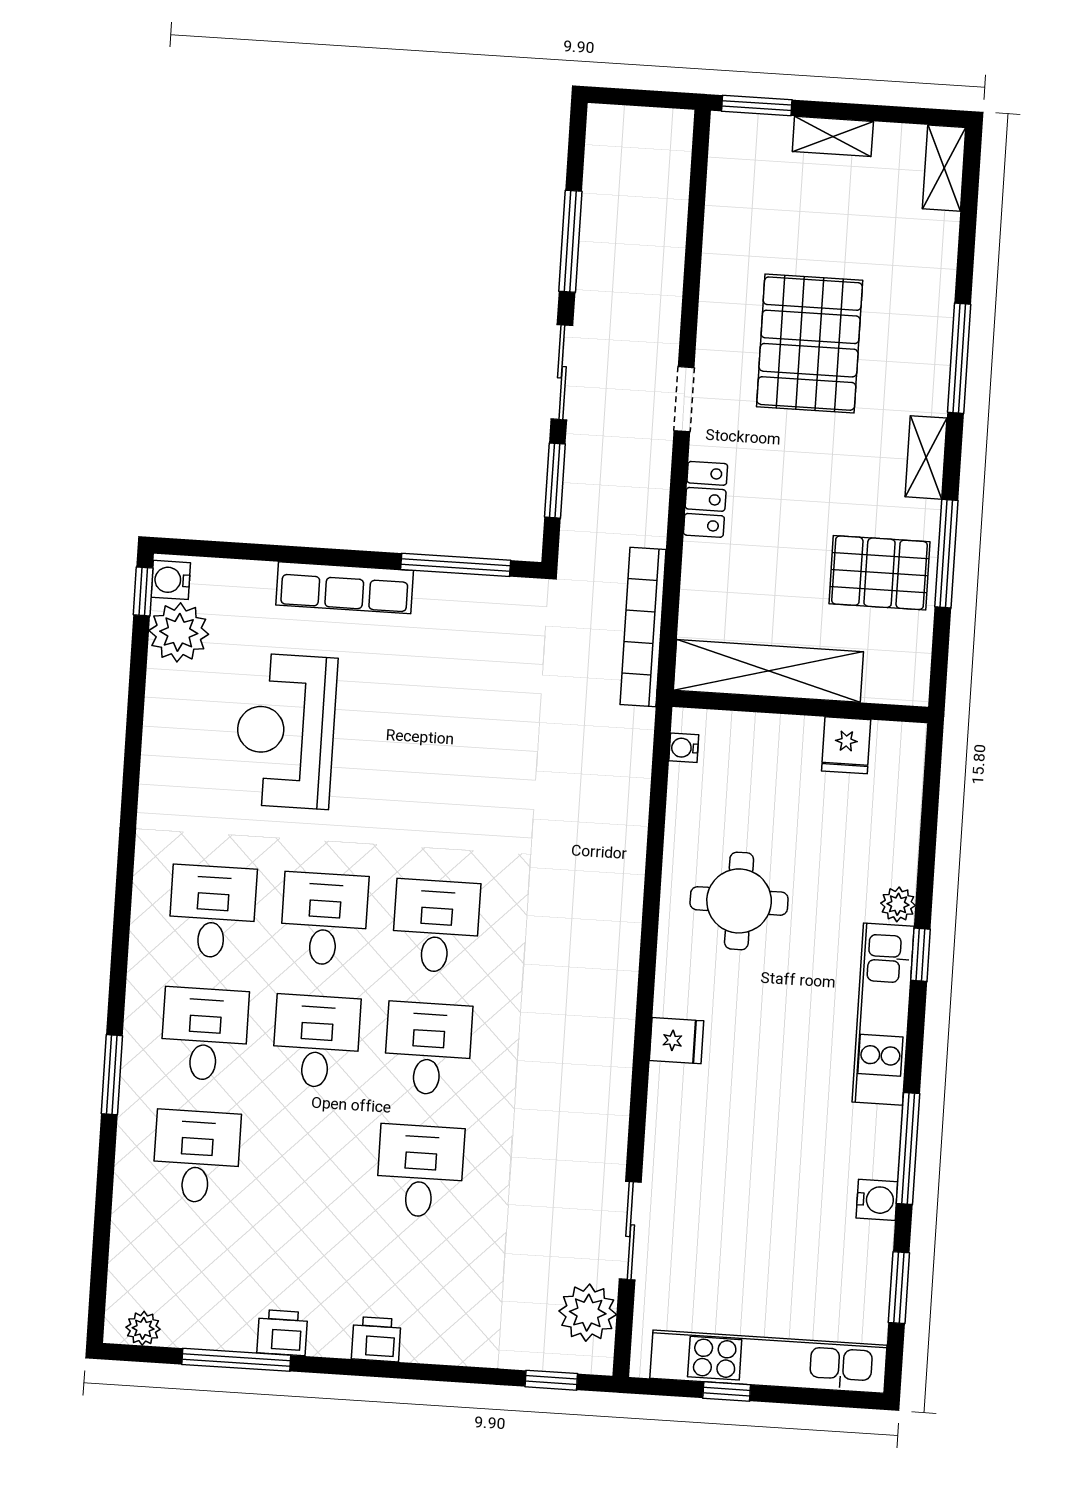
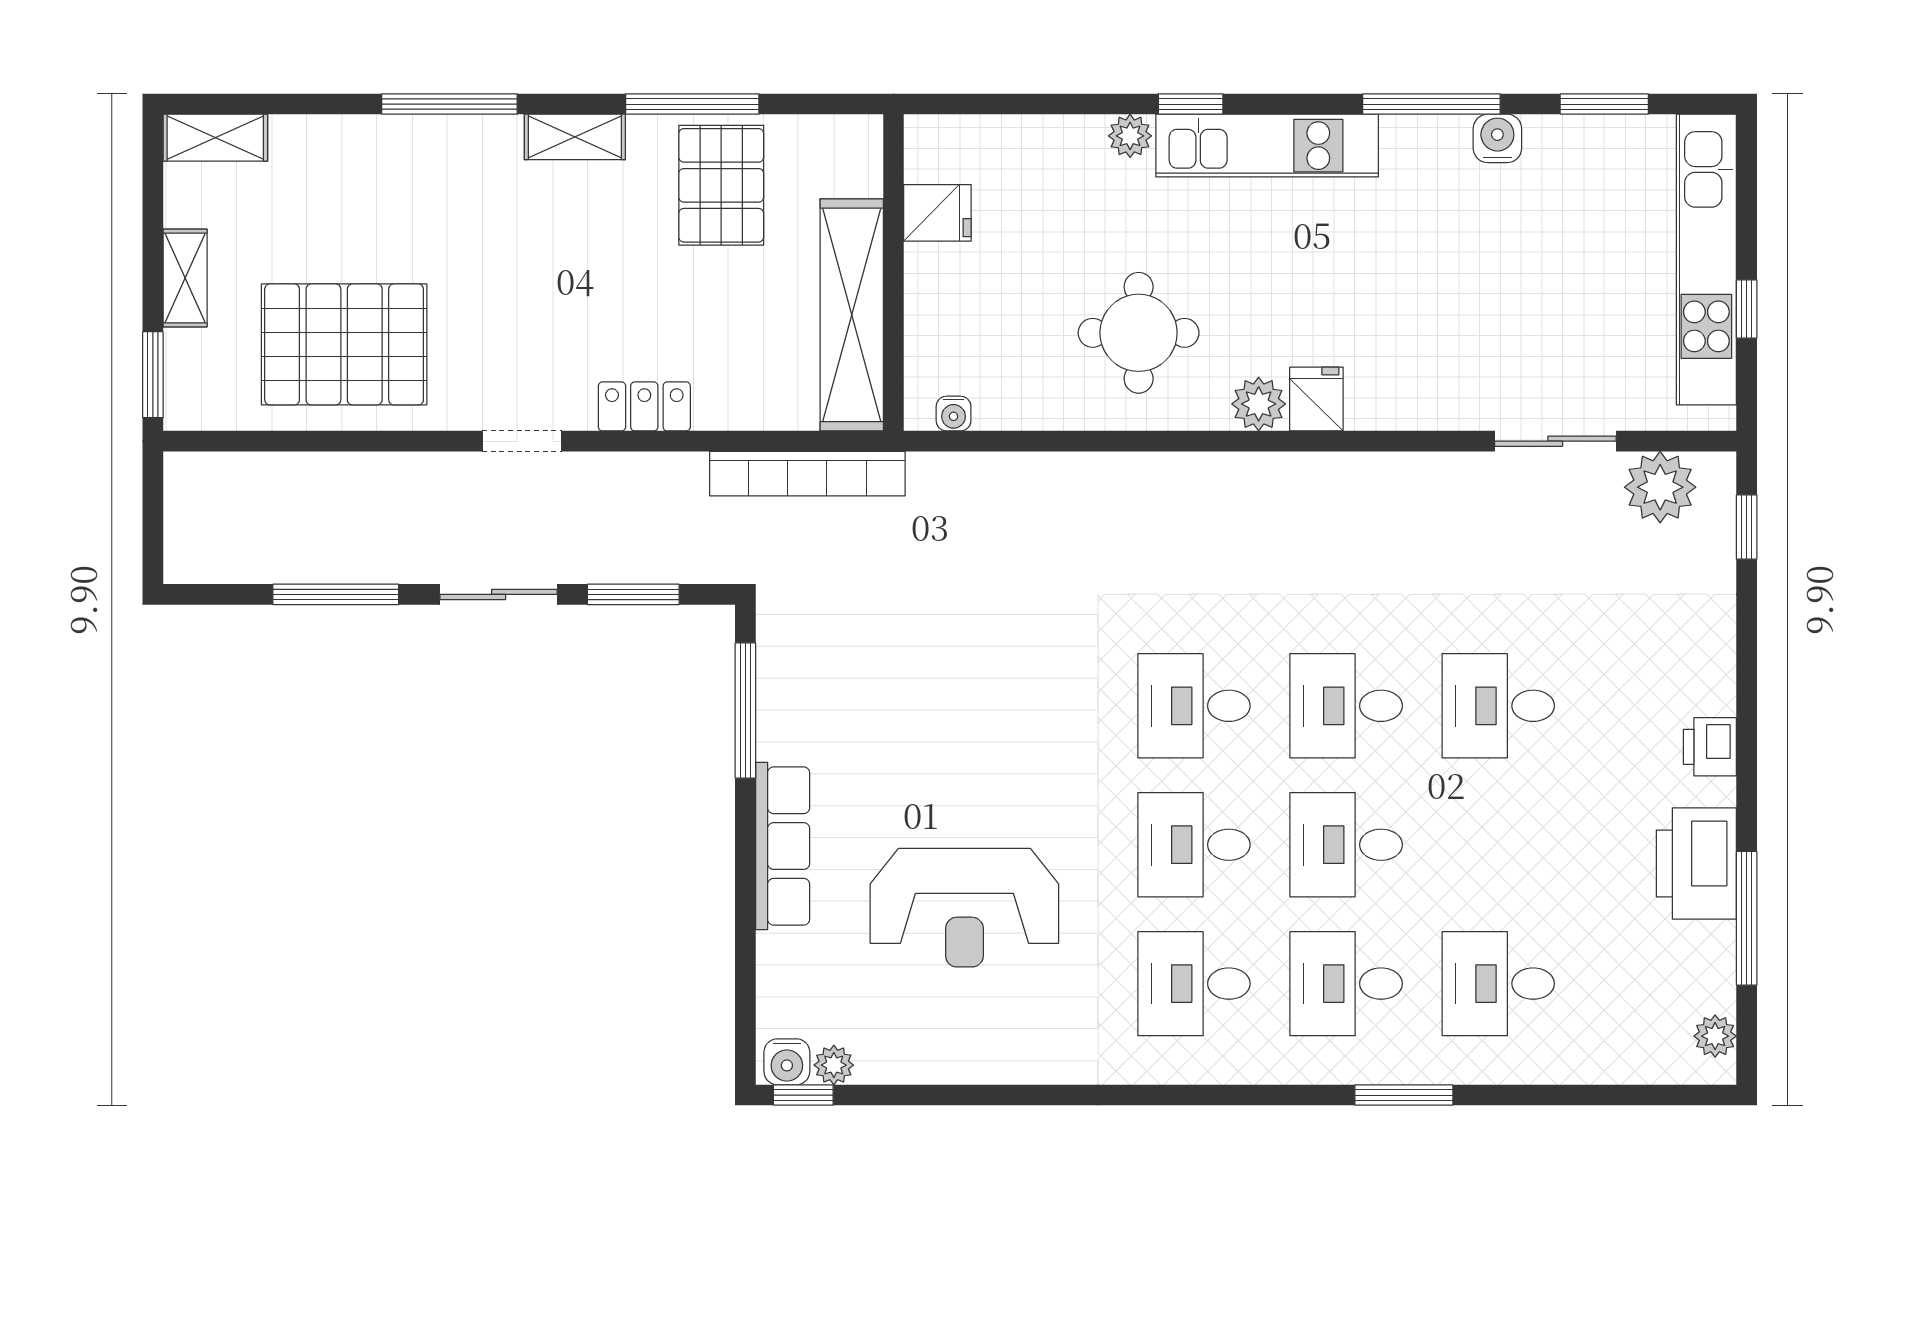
pallet: (810, 344) -> (344, 344), moved
plant: (179, 632) -> (834, 1065), width x0.53, depth x0.53
plant: (676, 994) -> (1259, 404), added
printer: (282, 1333) -> (1696, 863), width x1.87, depth x1.48

